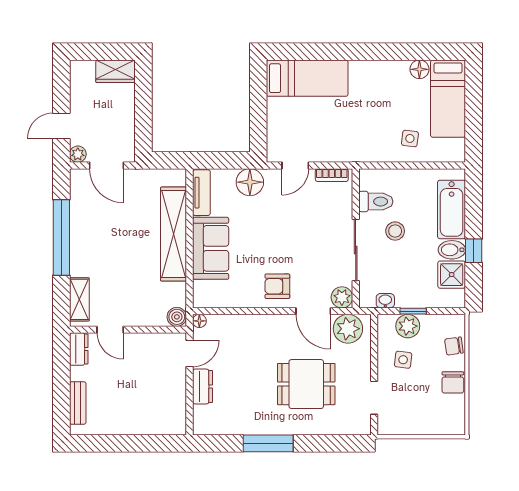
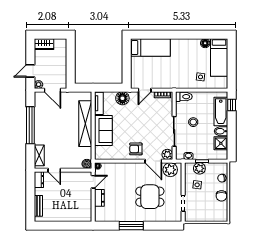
wardrobe: (115, 71) -> (44, 44), moved
toilet: (376, 202) -> (184, 97), moved
window: (474, 251) -> (232, 105), moved

